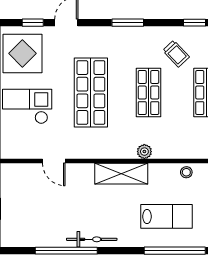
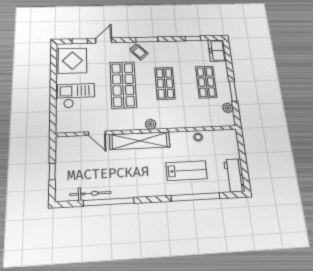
trolley: (176, 54) -> (139, 52), moved
plant: (144, 152) -> (151, 124), moved
shelving: (121, 174) -> (140, 141), width x1.47
bicycle: (92, 239) -> (90, 194), moved

